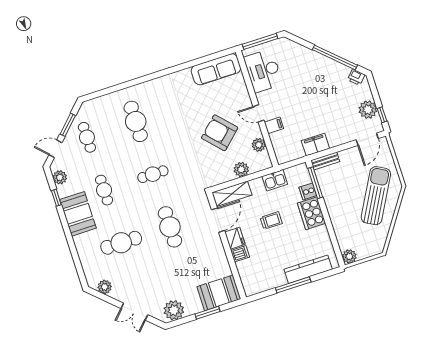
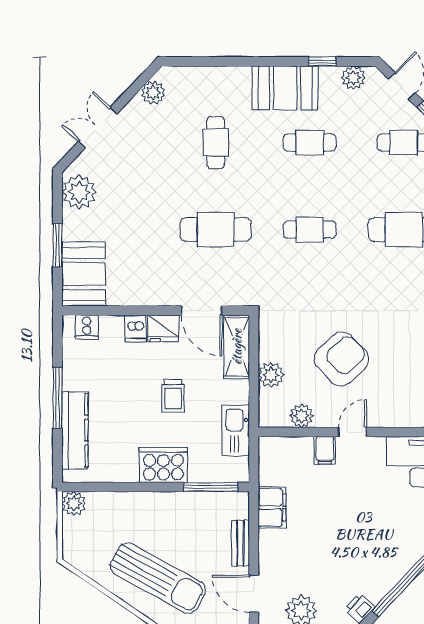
bench: (325, 161) -> (241, 543), moved
cafe table: (153, 174) -> (310, 230), turned 90
kitchen sink: (275, 180) -> (236, 430), width x1.38
cooker: (308, 191) -> (87, 327), moved, turned 180
cafe table: (121, 243) -> (216, 143), width x0.73, depth x0.74

